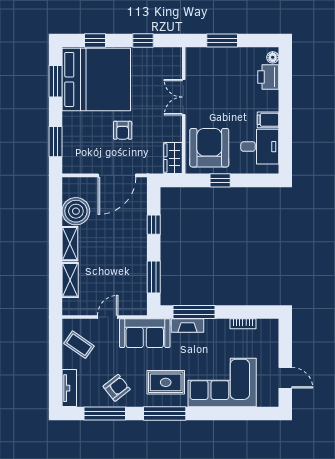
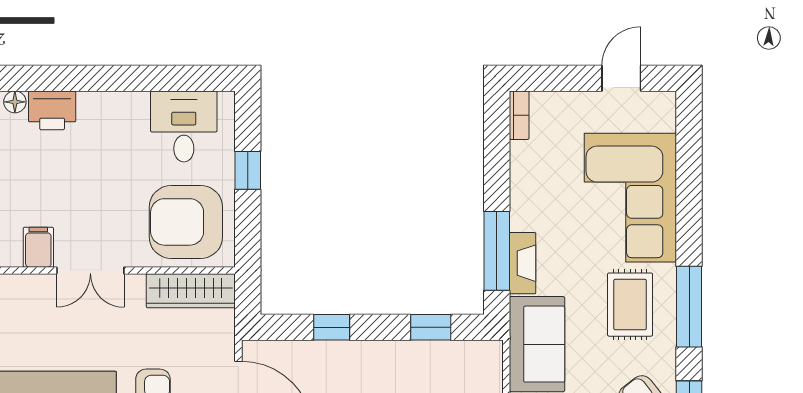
filing cabinet: (268, 120) -> (38, 247), moved, turned 180
wardrobe: (173, 158) -> (191, 291), width x1.50
window: (220, 180) -> (248, 170), moved
window: (154, 277) -> (431, 327), width x0.67
bookcase: (243, 324) -> (519, 115), moved

